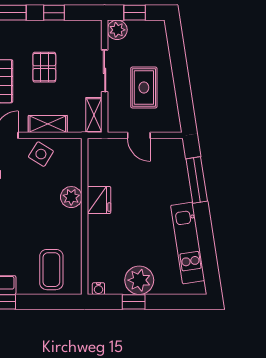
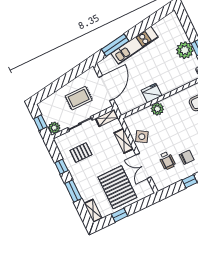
pallet: (44, 67) -> (81, 153), moved
door: (139, 135) -> (106, 88), width x1.87
kitchen unit: (188, 243) -> (135, 45), moved

